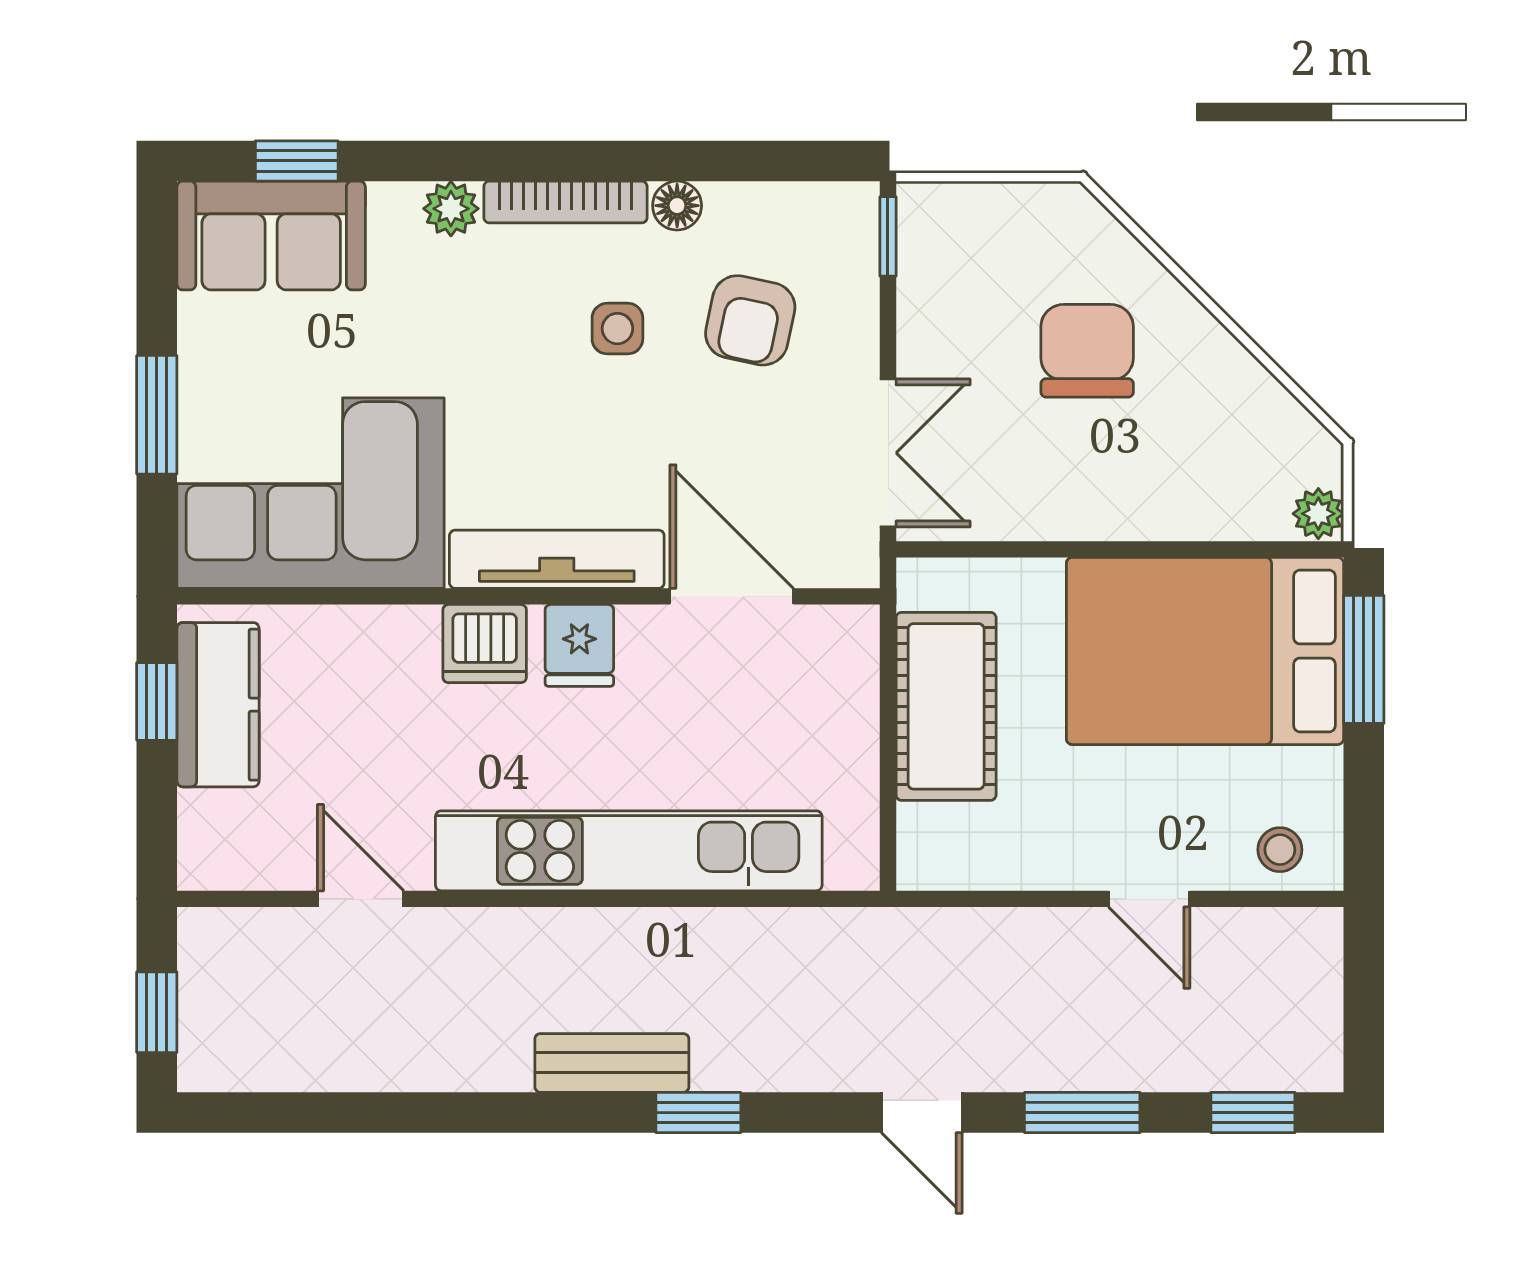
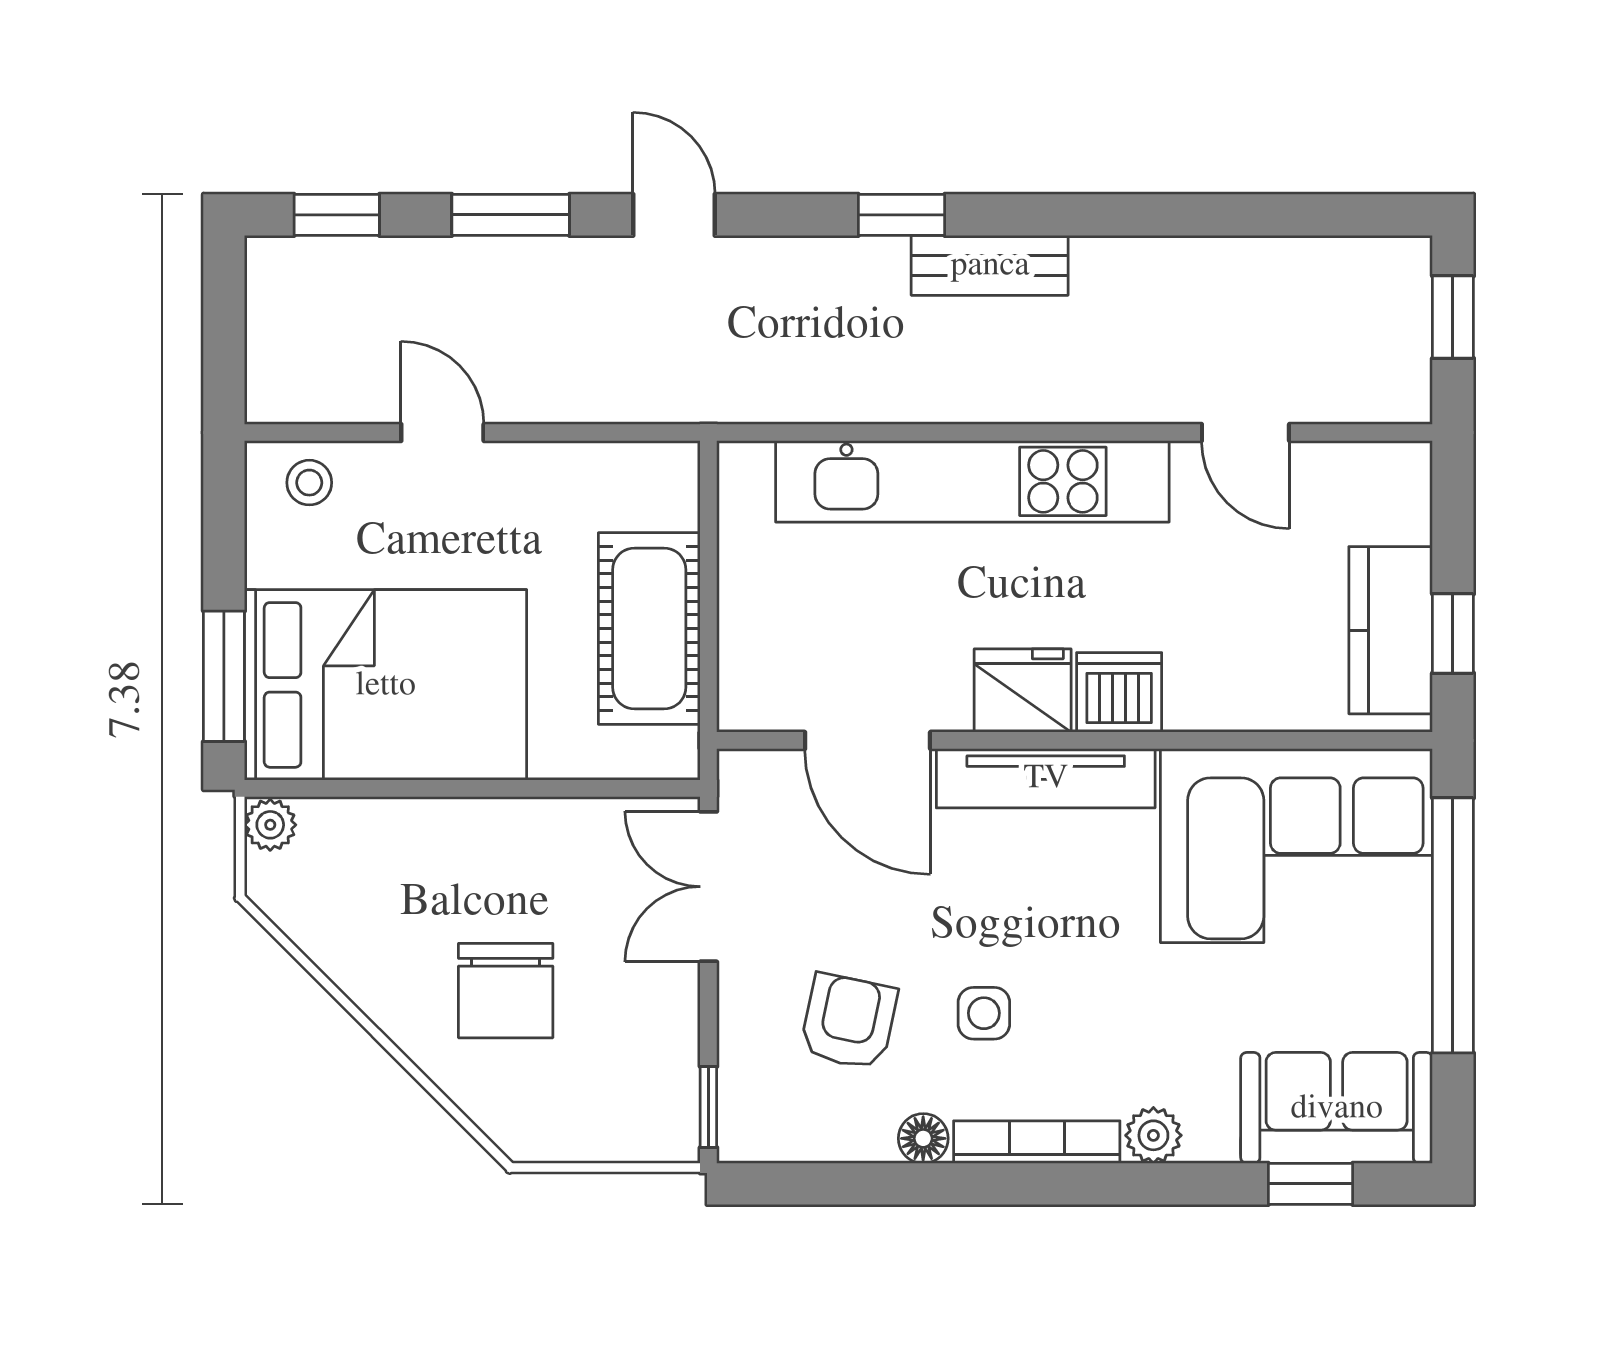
window: (157, 415) -> (1453, 925), width x2.11
fridge: (579, 645) -> (1023, 691), width x1.38

